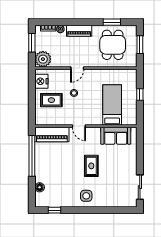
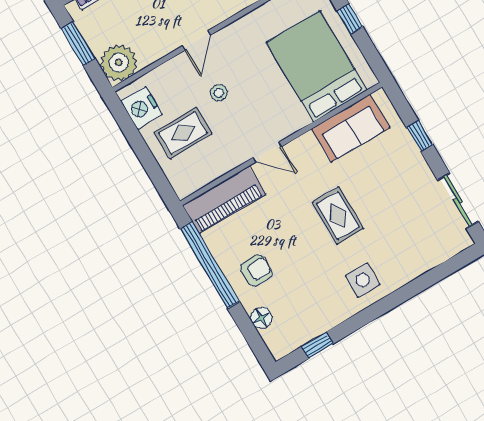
bed: (112, 105) -> (317, 66), width x1.50
window: (140, 154) -> (420, 136), added
armchair: (48, 168) -> (256, 270), added

